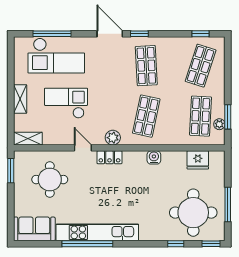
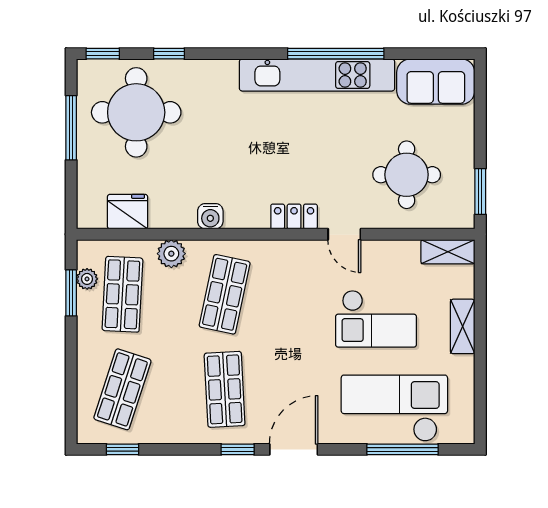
door: (110, 34) -> (294, 449), swing flipped
plant: (113, 138) -> (171, 254), moved

